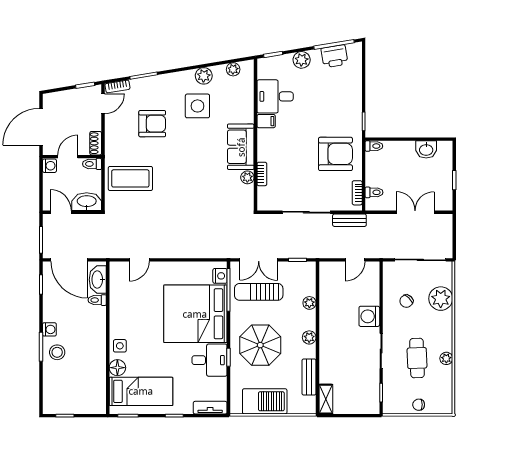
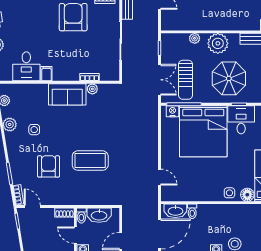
side table: (197, 106) -> (34, 130), width x0.54, depth x0.54
coffee table: (130, 178) -> (90, 161), moved, turned 90
washbasin: (87, 202) -> (99, 215), moved, turned -90
plant: (309, 337) -> (218, 43), width x1.87, depth x1.87

